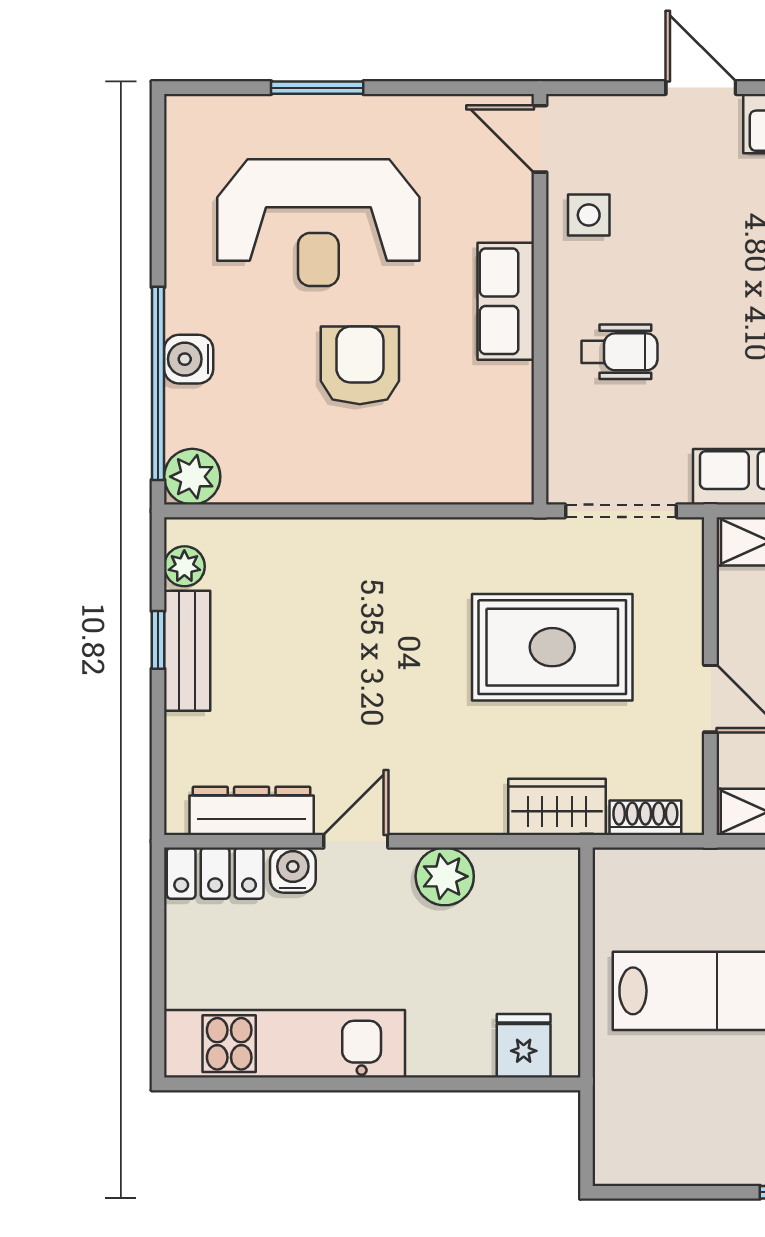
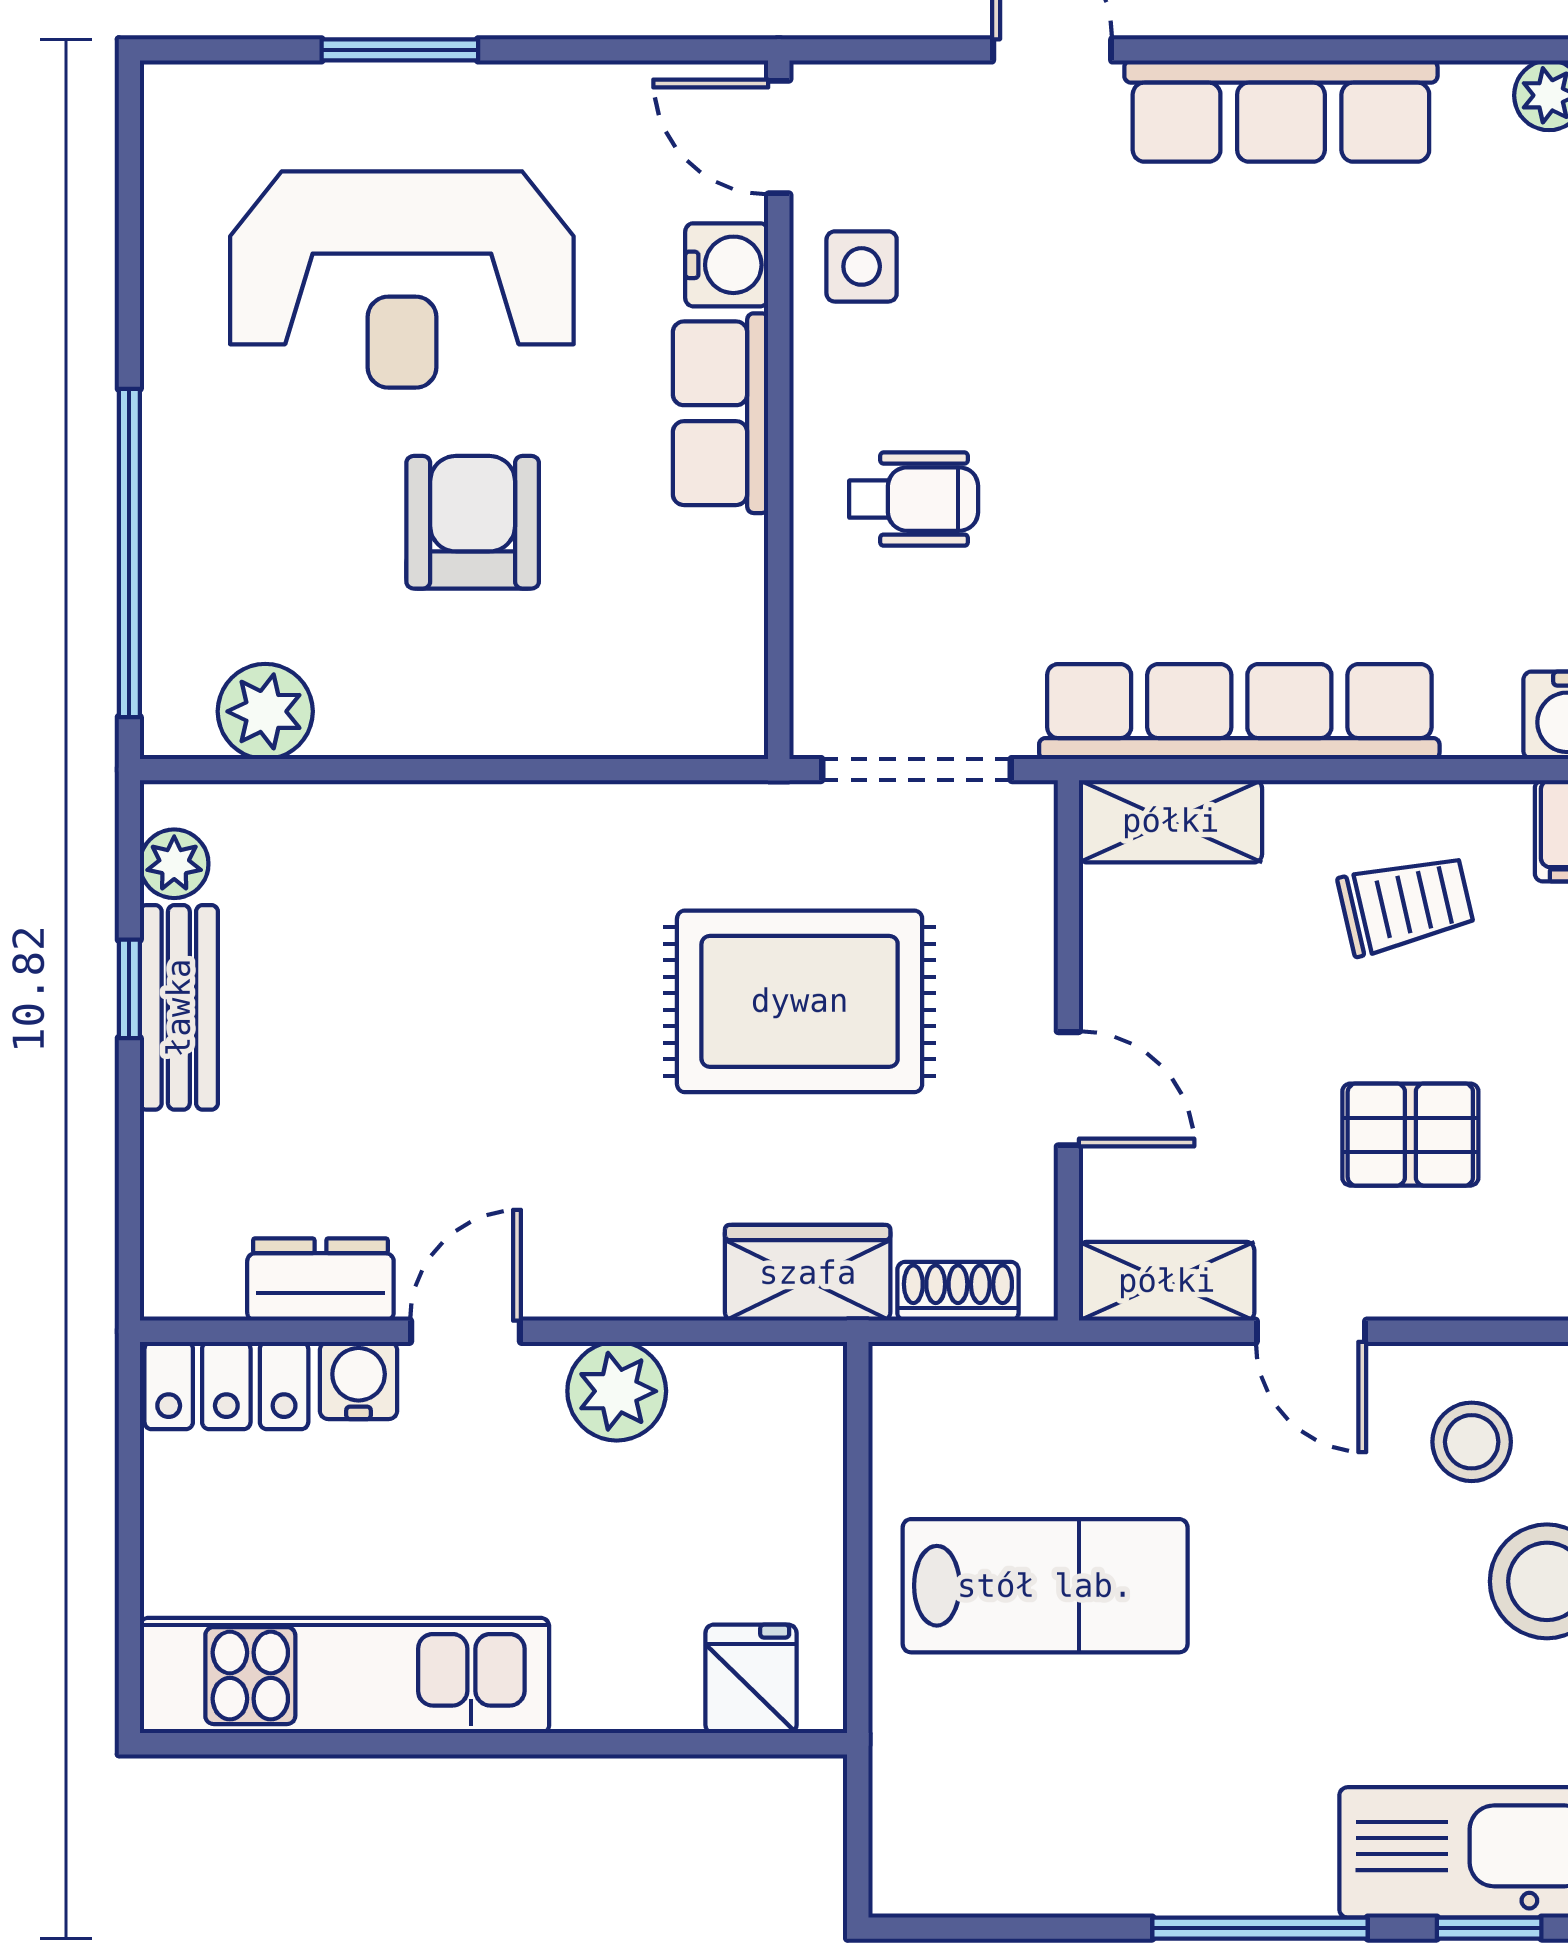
water cooler: (189, 359) -> (727, 265), moved, turned 180
plant: (192, 477) -> (265, 711), moved
dresser: (252, 811) -> (320, 1280), width x0.70

